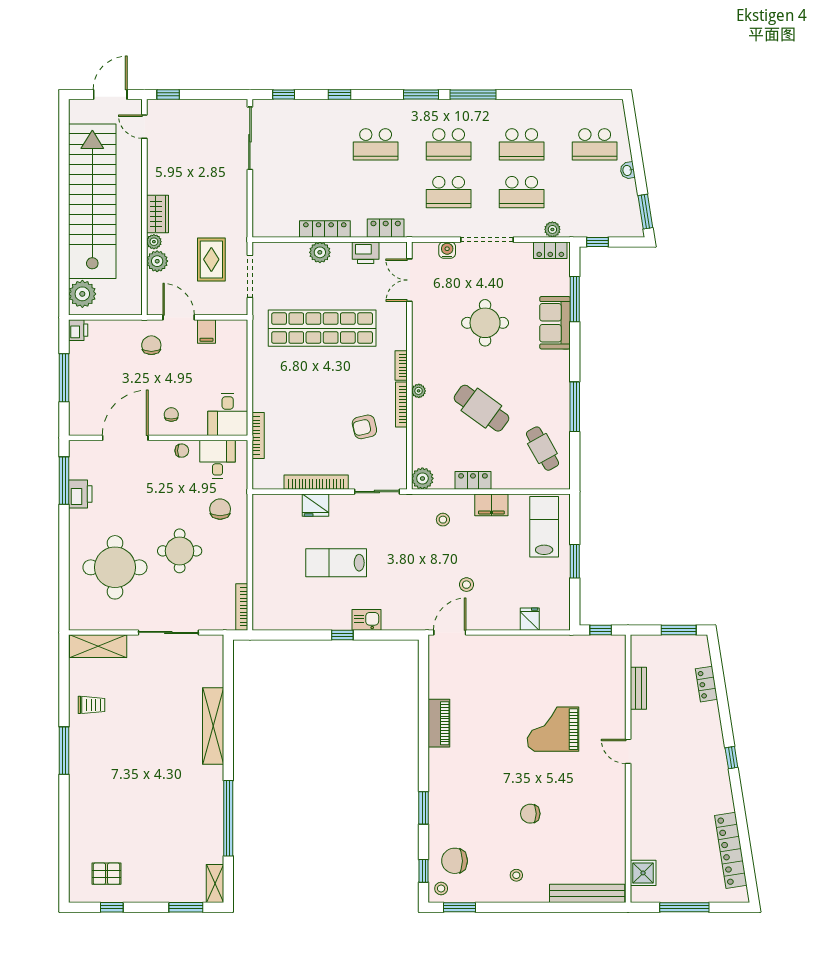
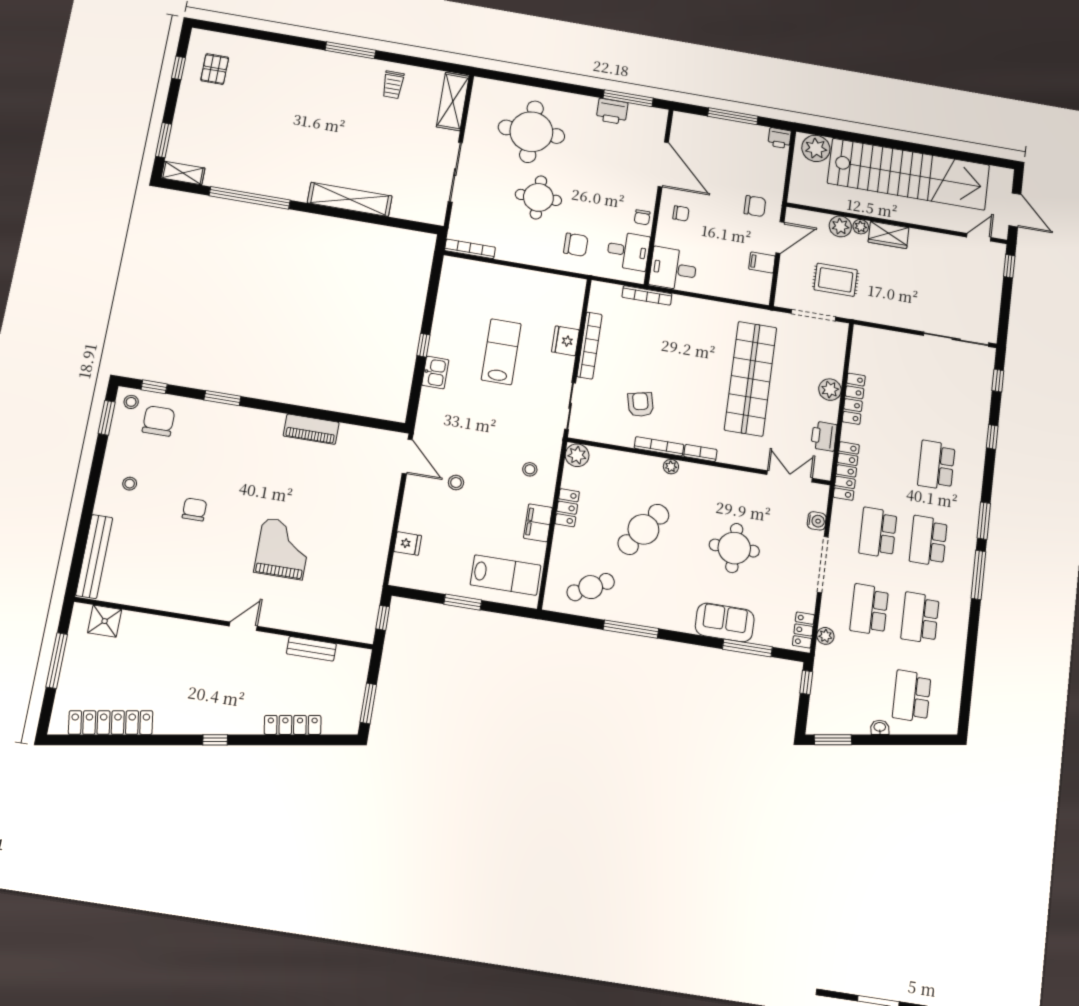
locker: (386, 228) -> (846, 471), width x1.53
locker: (707, 684) -> (293, 725), width x1.53

